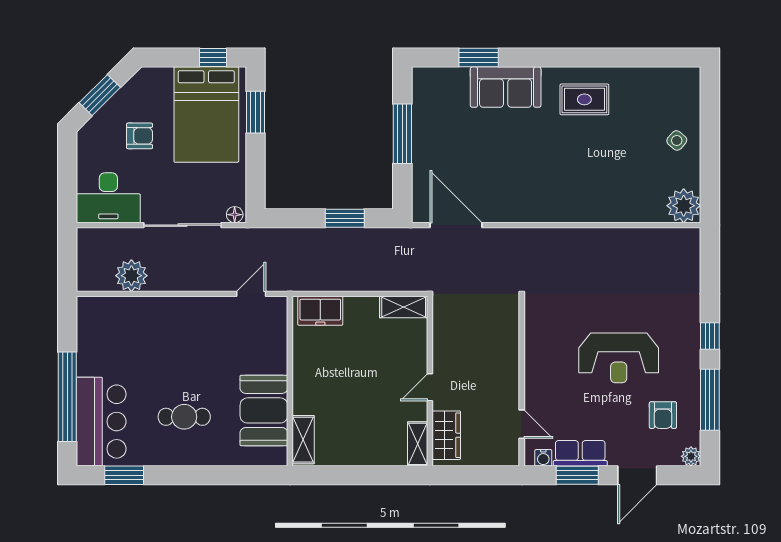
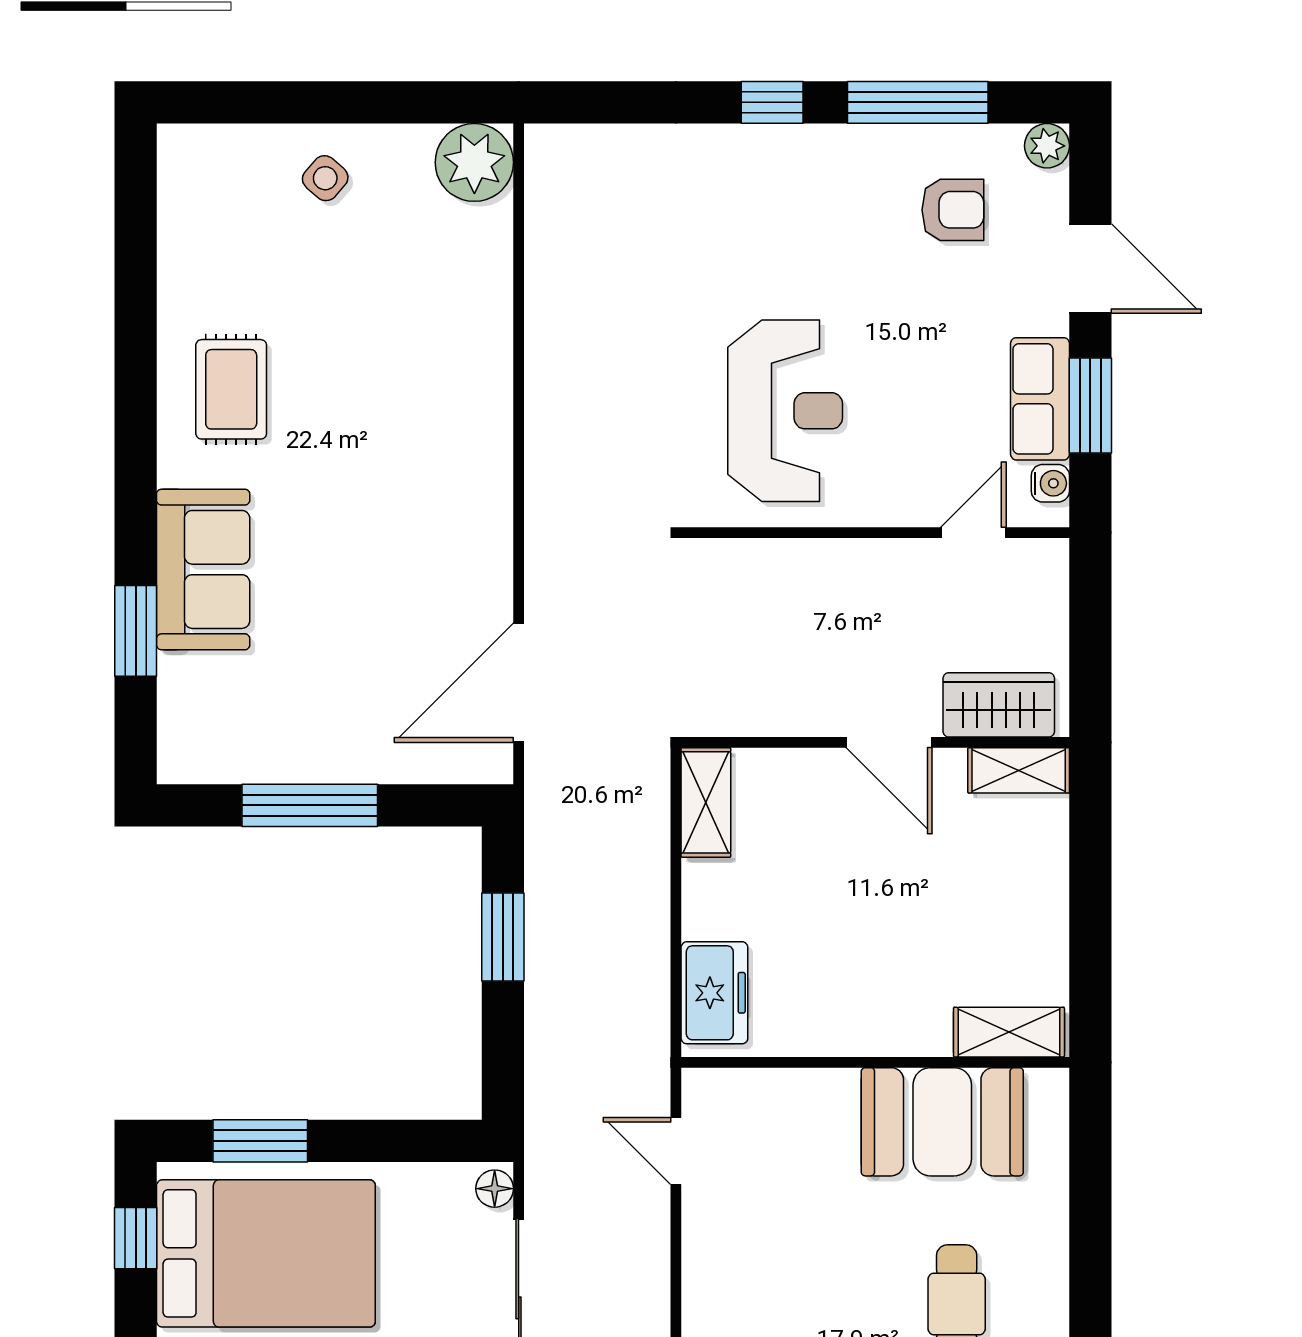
reception desk: (619, 358) -> (785, 411), moved
door: (430, 387) -> (889, 742), width x1.38

